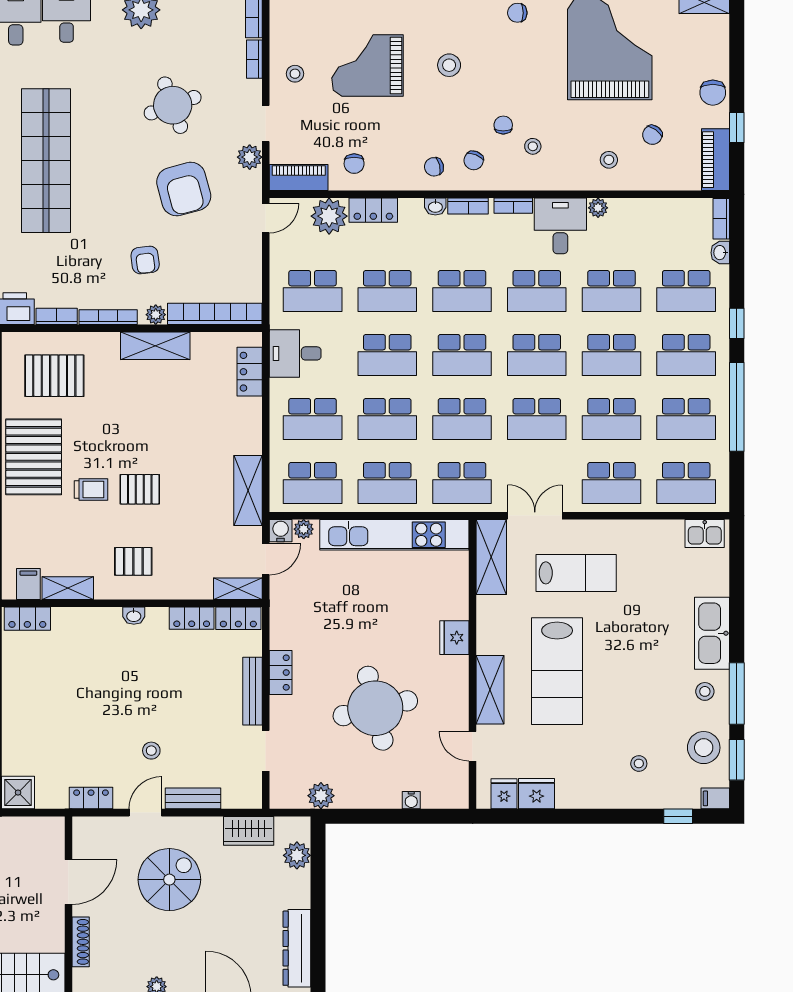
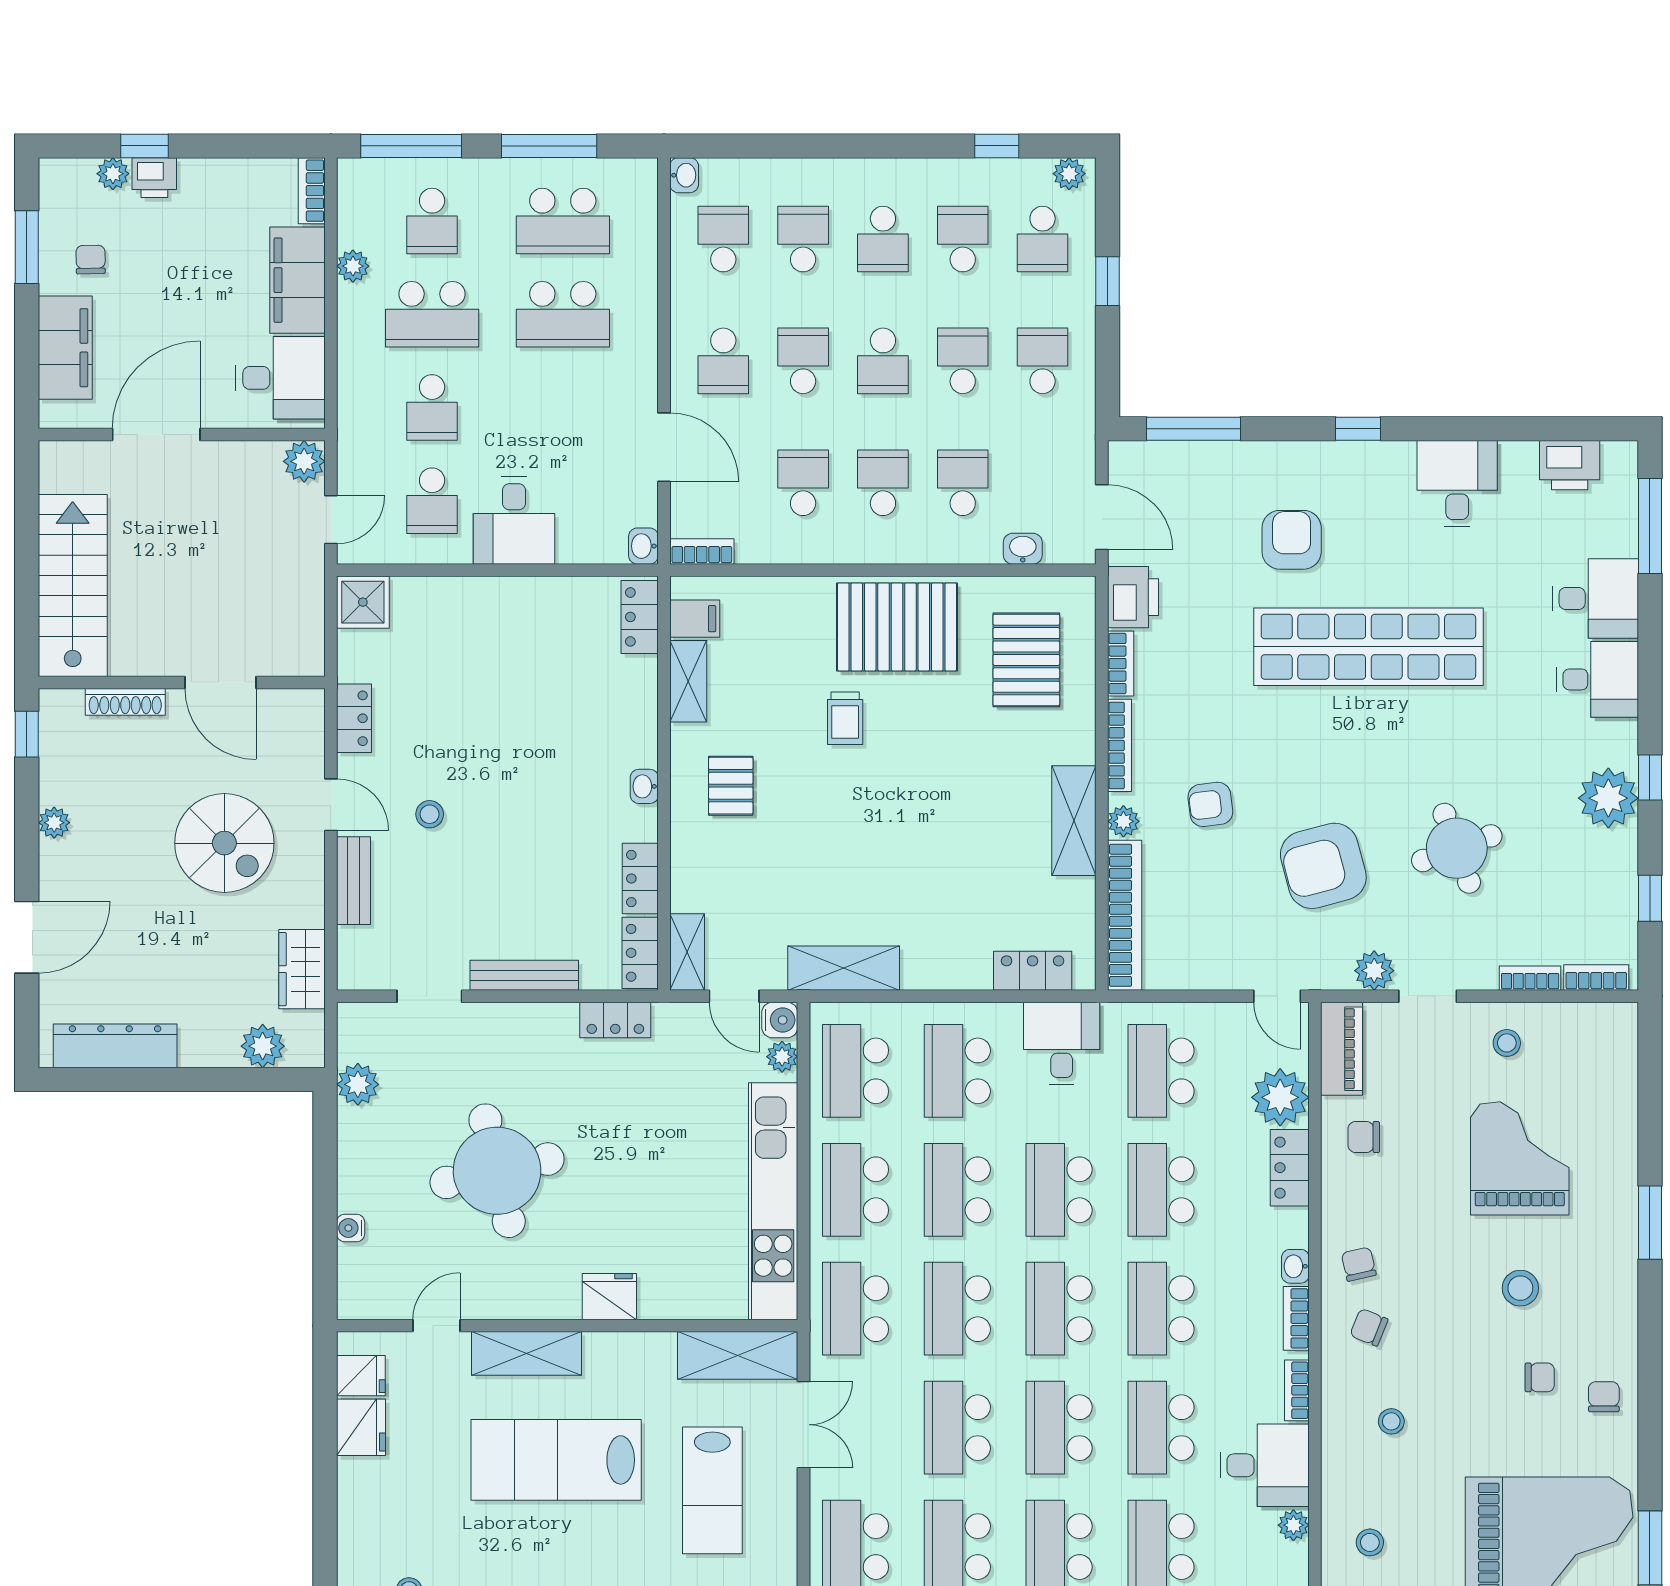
chair: (503, 125) -> (1540, 1377), moved
pallet: (140, 489) -> (846, 796), removed
locker: (281, 673) -> (615, 1020), moved

